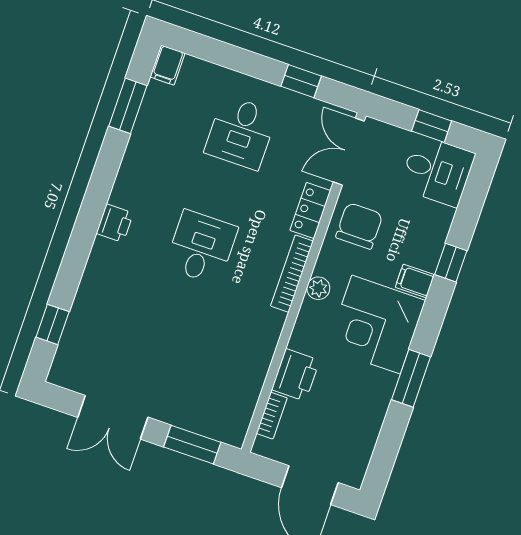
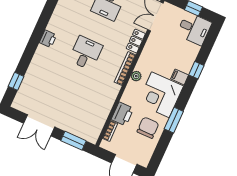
chair: (359, 226) -> (148, 128), moved

